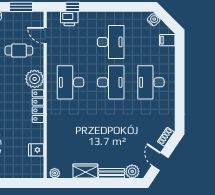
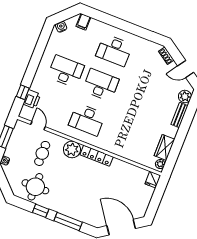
door: (45, 35) -> (38, 126), swing flipped
fridge: (36, 150) -> (153, 180), moved
wardrobe: (85, 171) -> (164, 147), moved

